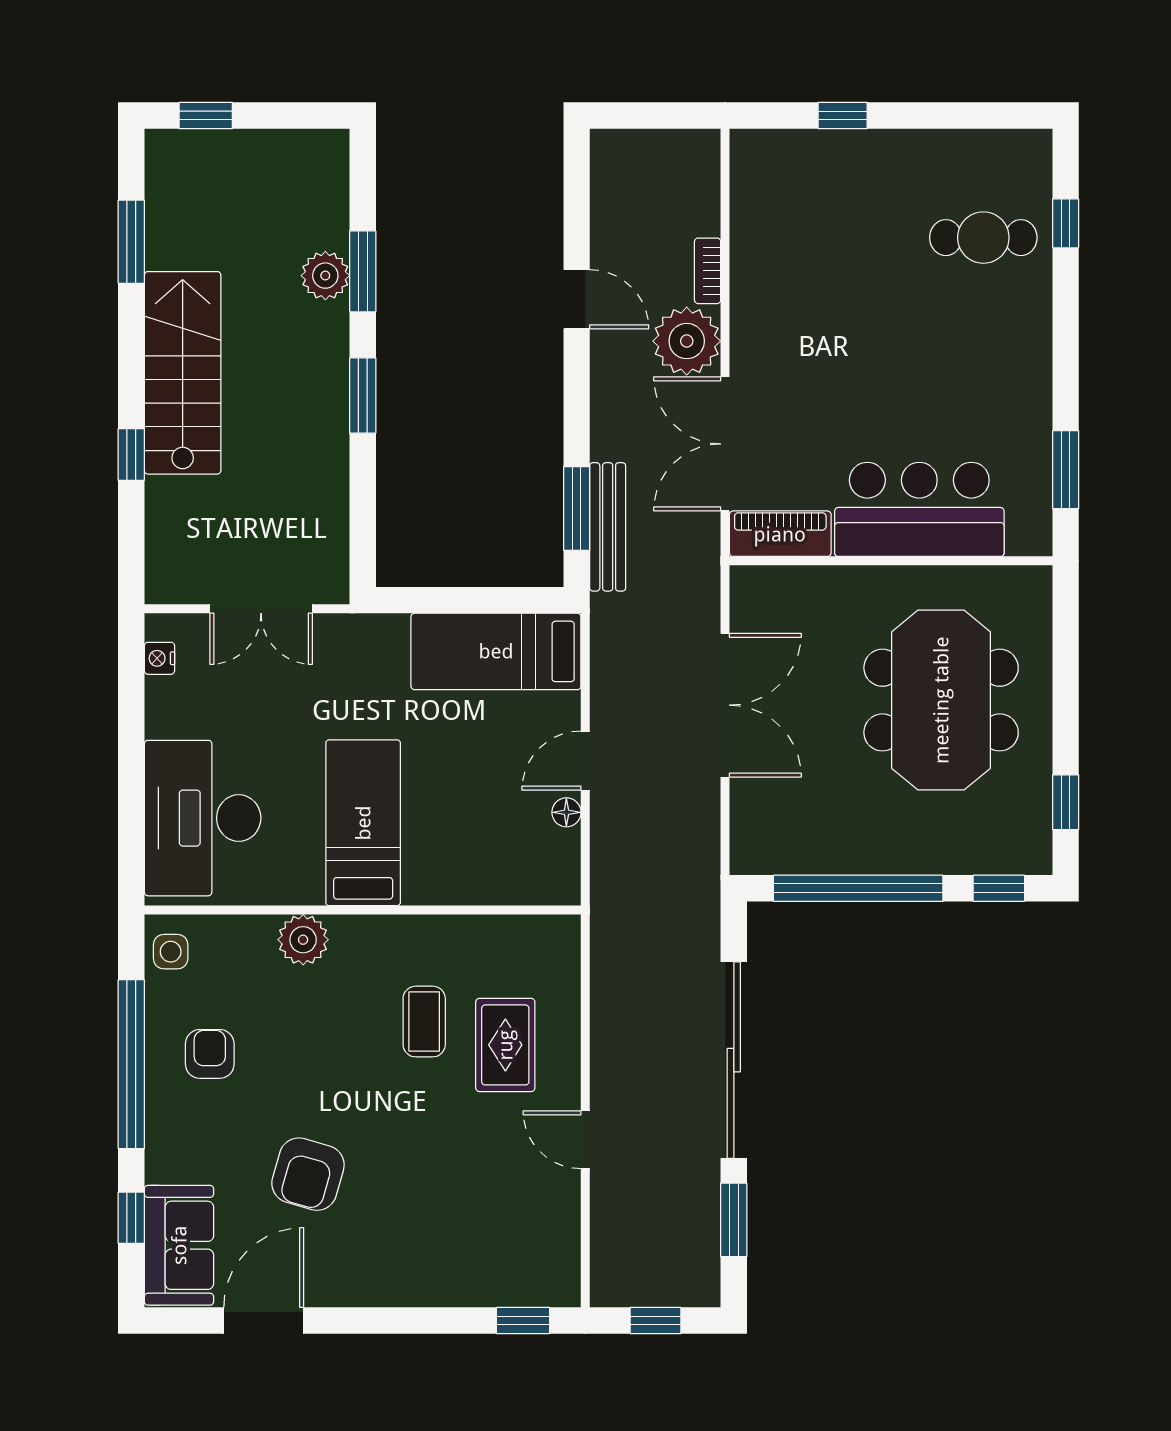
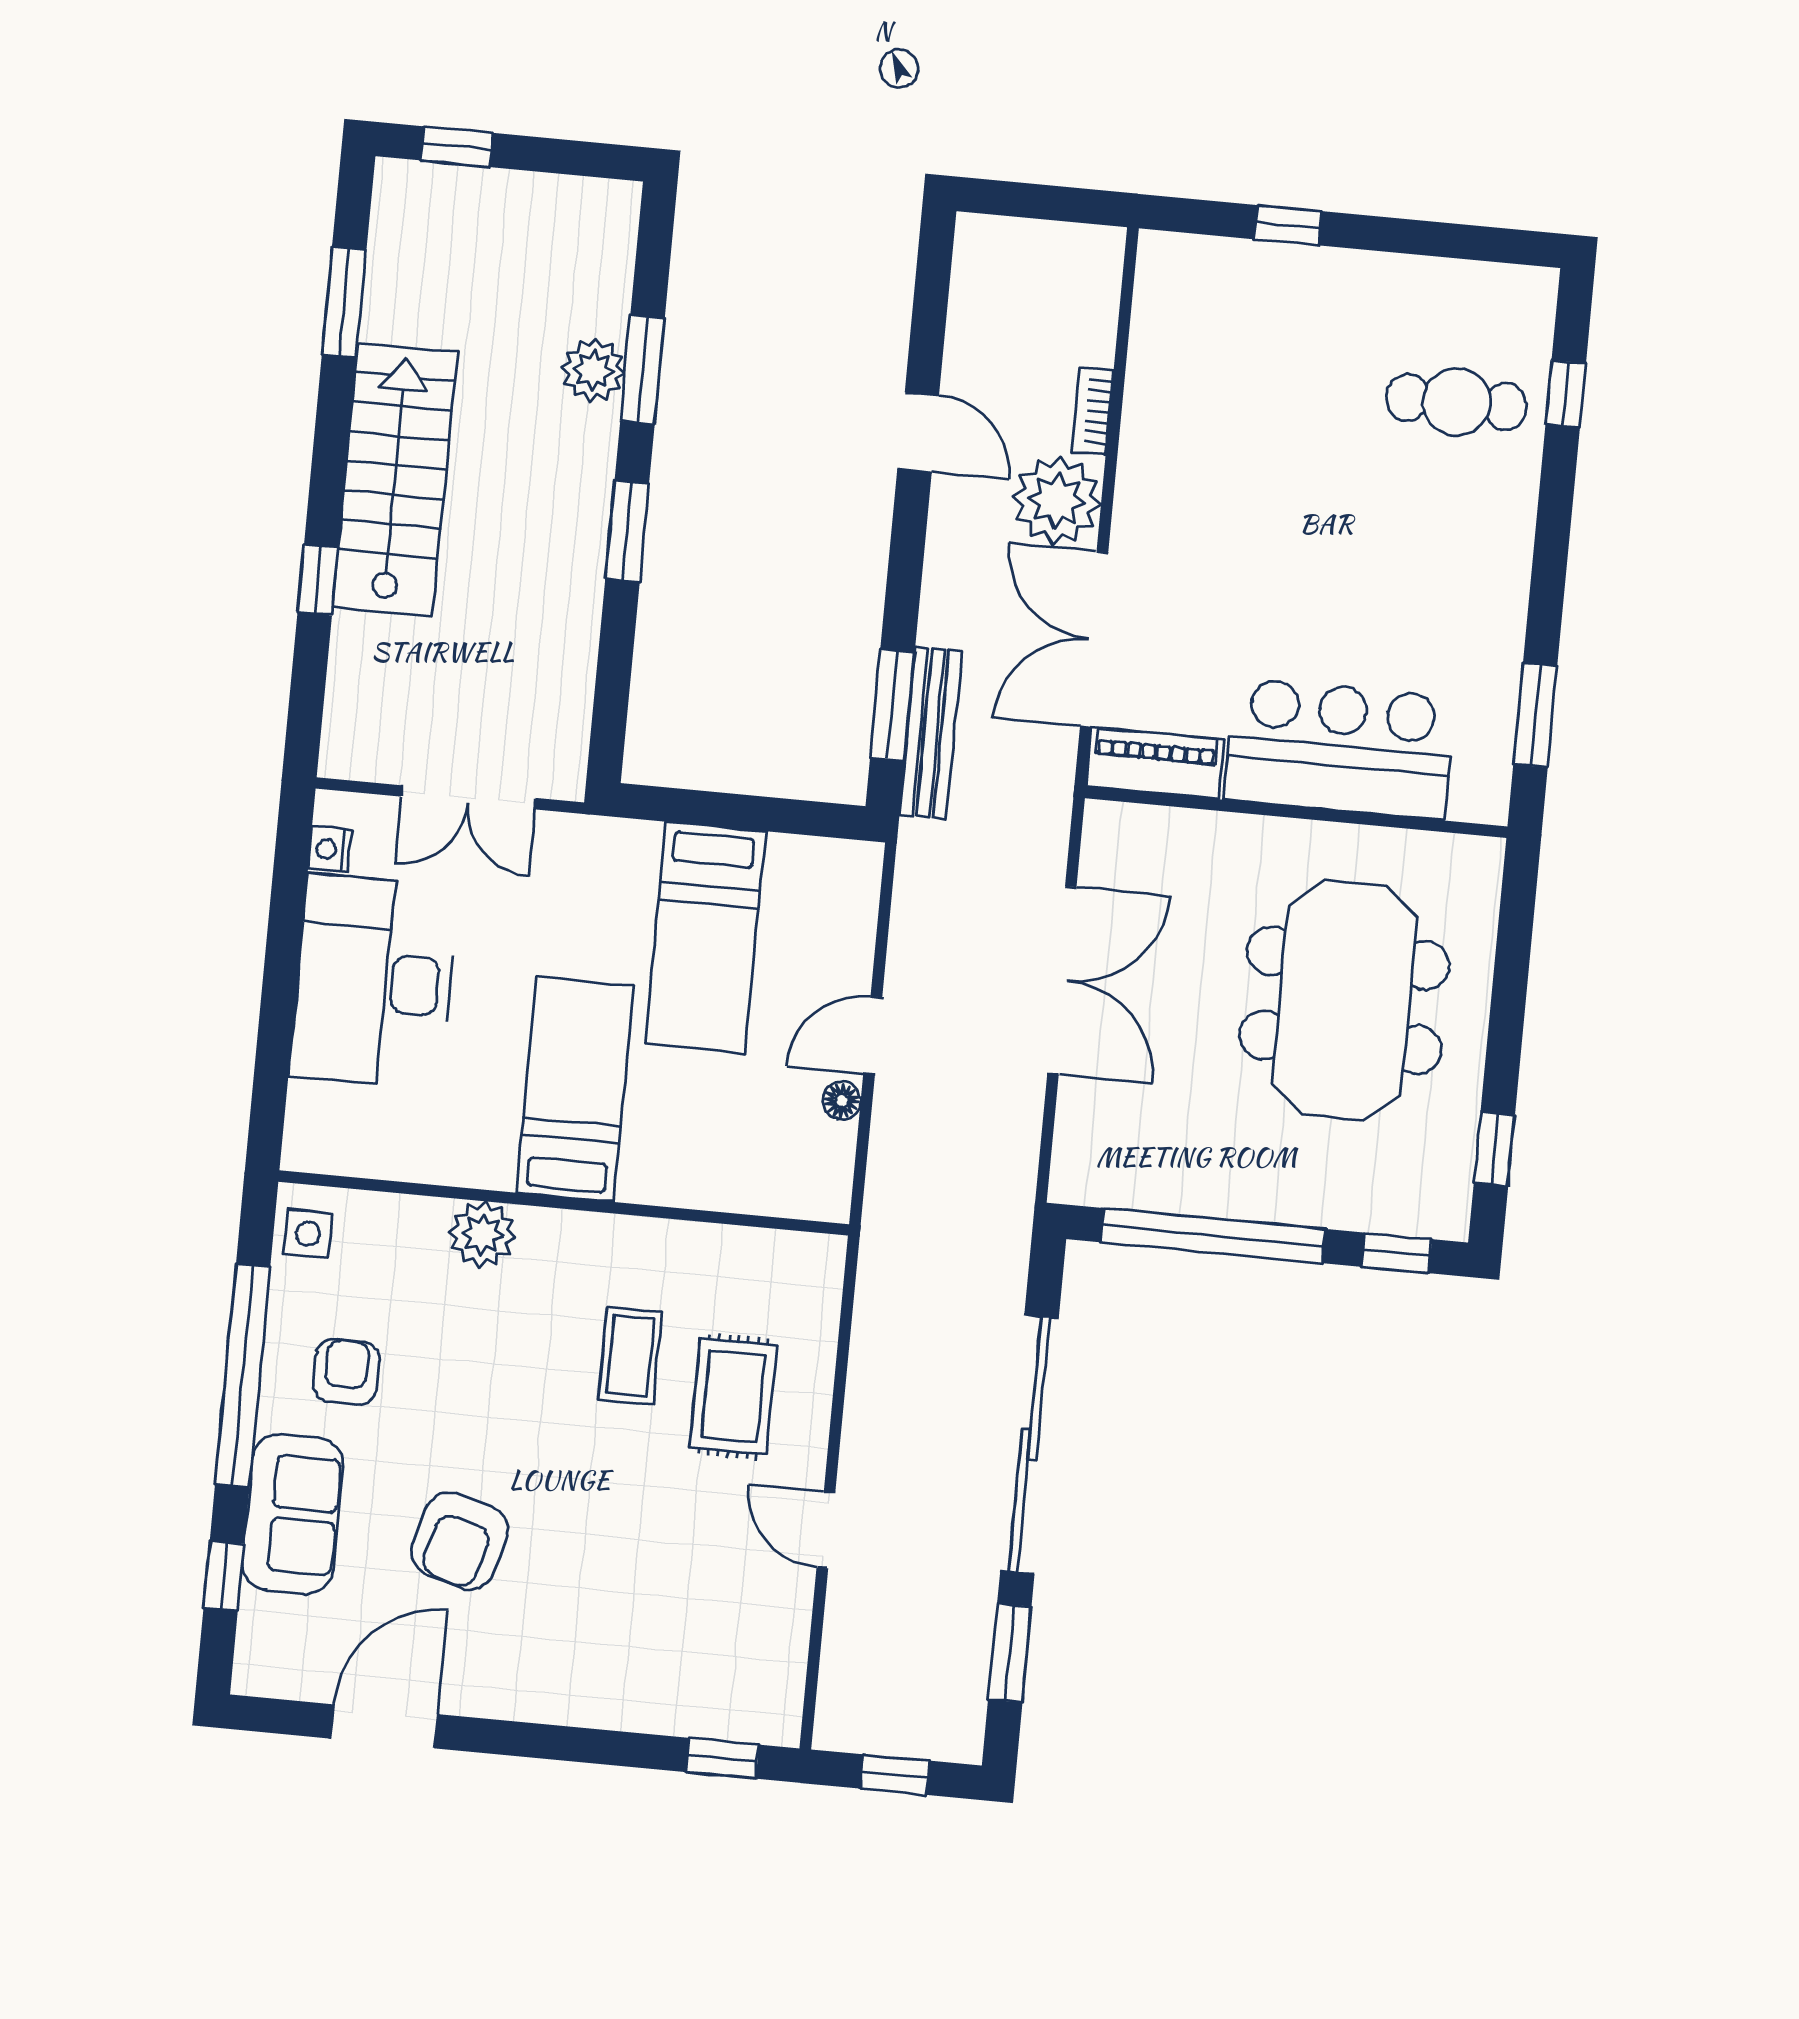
bed: (496, 651) -> (705, 937), moved, turned -90
desk: (203, 818) -> (374, 982), moved
sofa: (179, 1245) -> (292, 1514), moved

